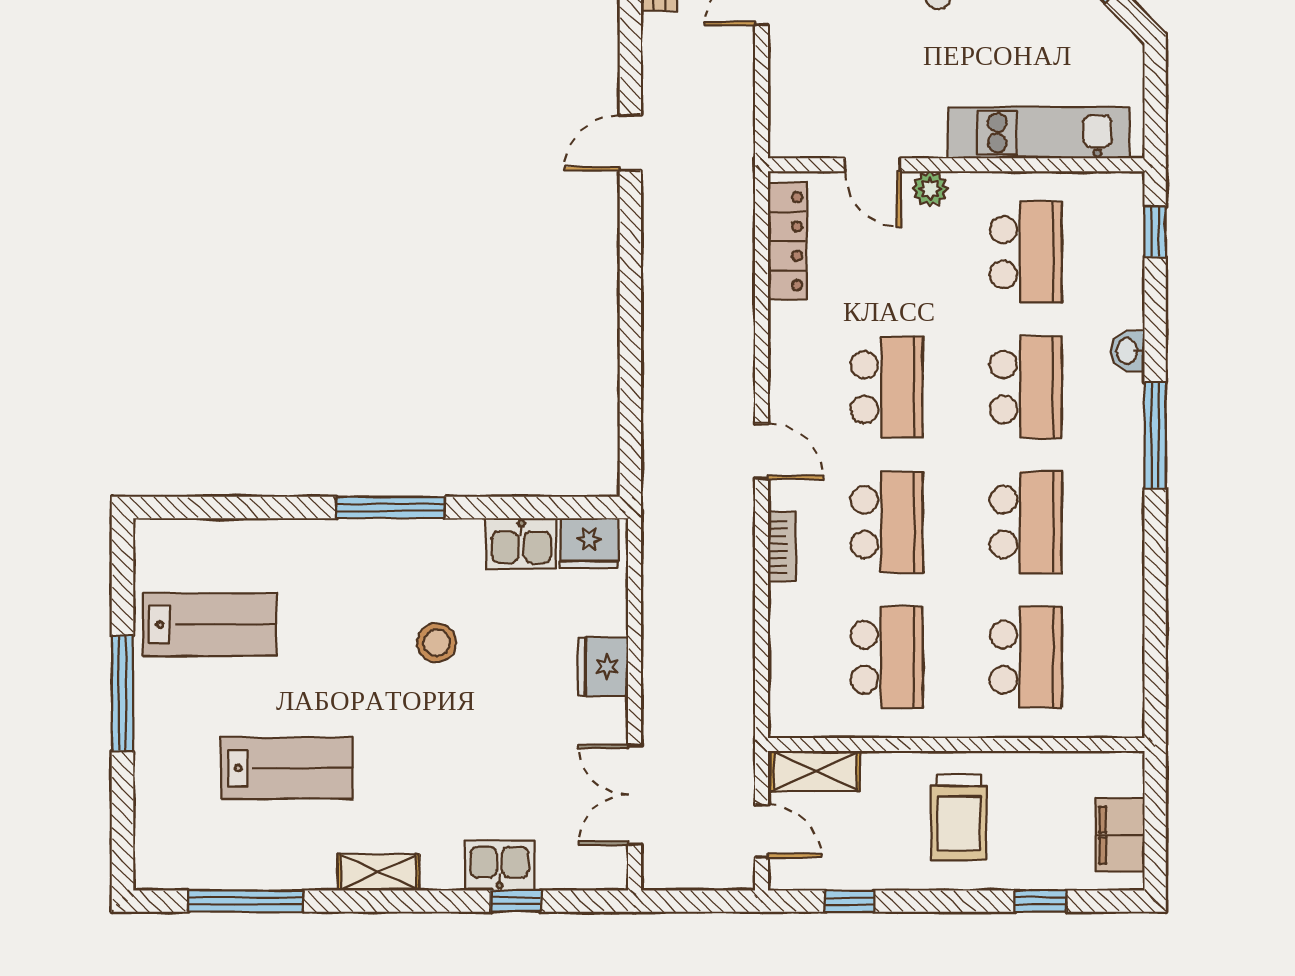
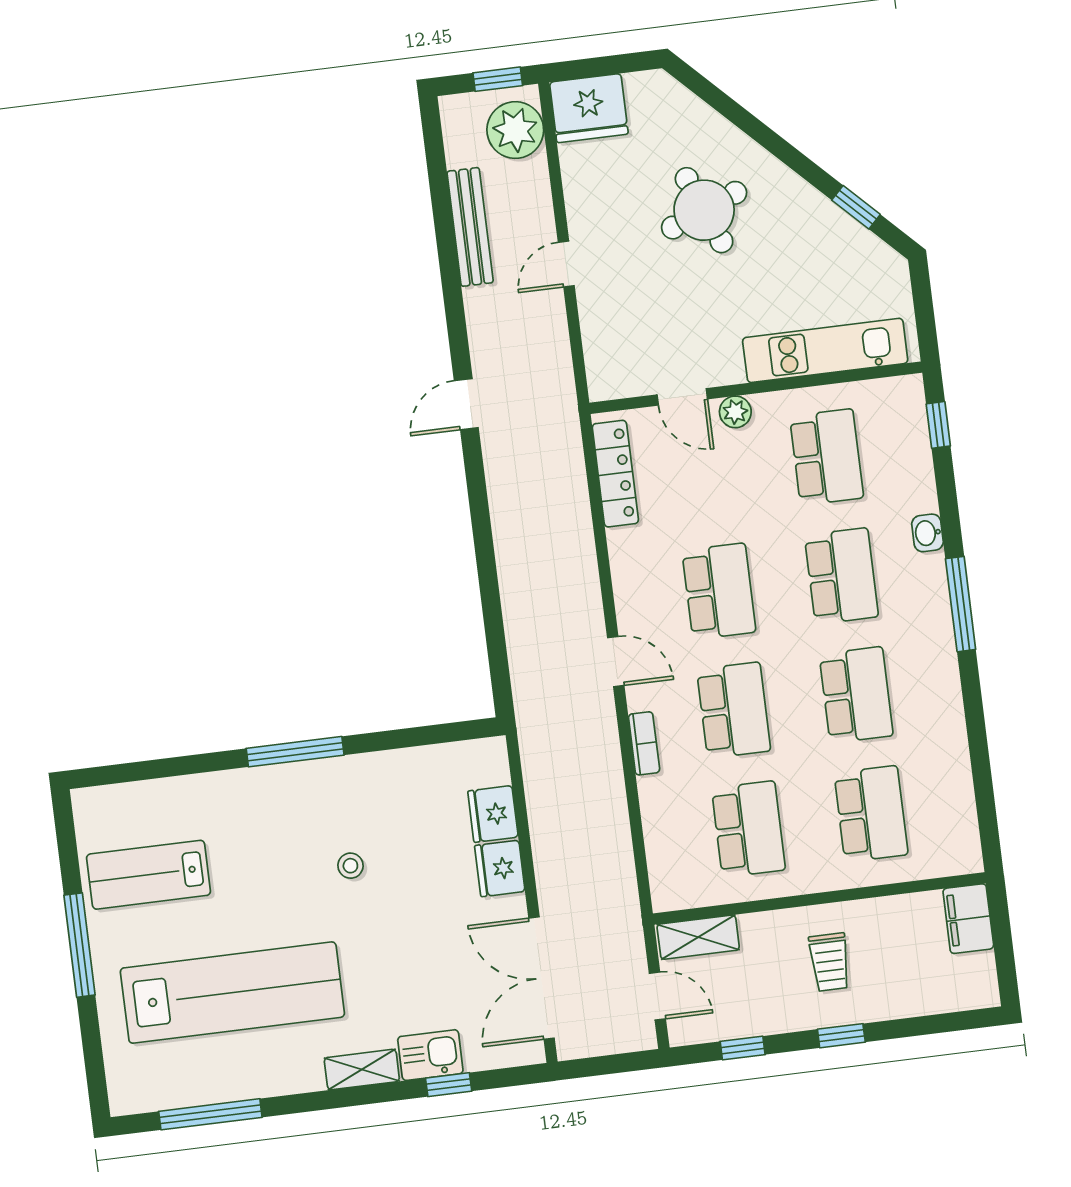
fridge: (589, 543) -> (493, 814), moved, turned 90
kitchen sink: (521, 544) -> (414, 769), removed
lab bench: (209, 625) -> (148, 875), turned 180
stool: (437, 643) -> (350, 866), width x0.73, depth x0.73
lab bench: (287, 768) -> (232, 993), width x1.86, depth x1.39
double door: (635, 795) -> (542, 978), width x1.37
trolley: (959, 817) -> (830, 962), width x0.73, depth x0.72
filing cabinet: (1120, 835) -> (968, 919), moved
shelving: (379, 872) -> (362, 1070), moved
window: (1040, 901) -> (841, 1036), moved

